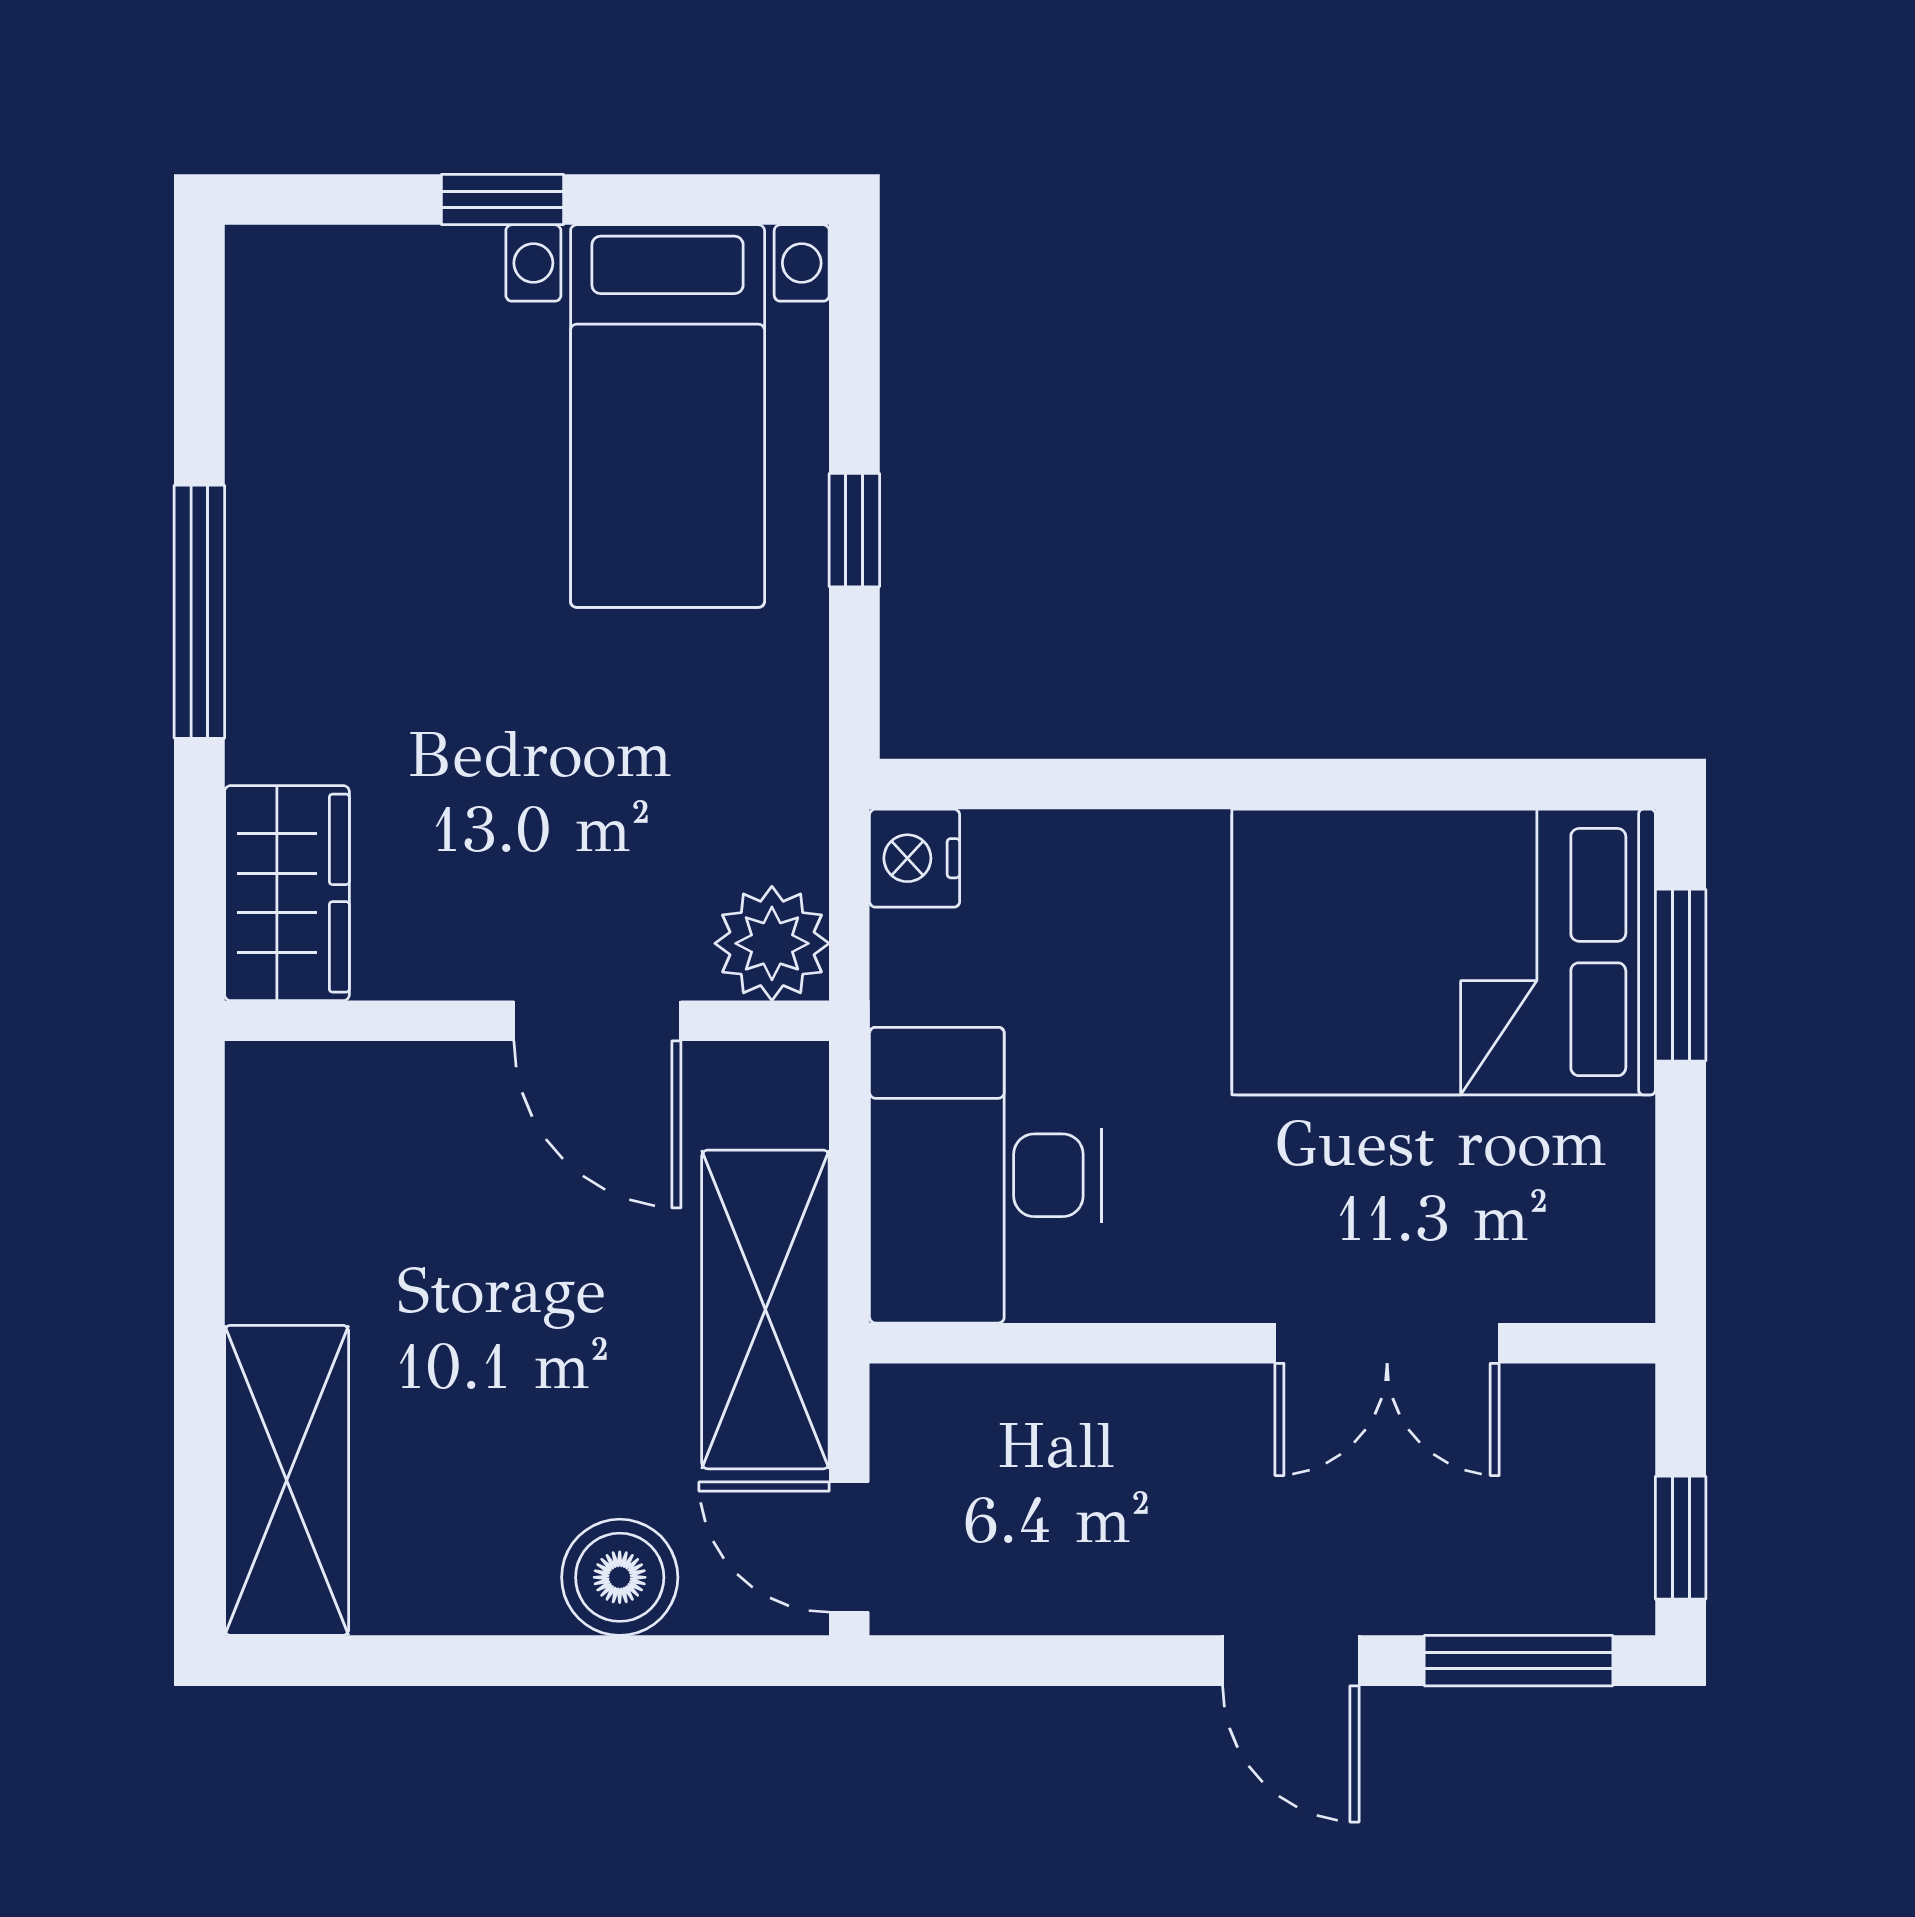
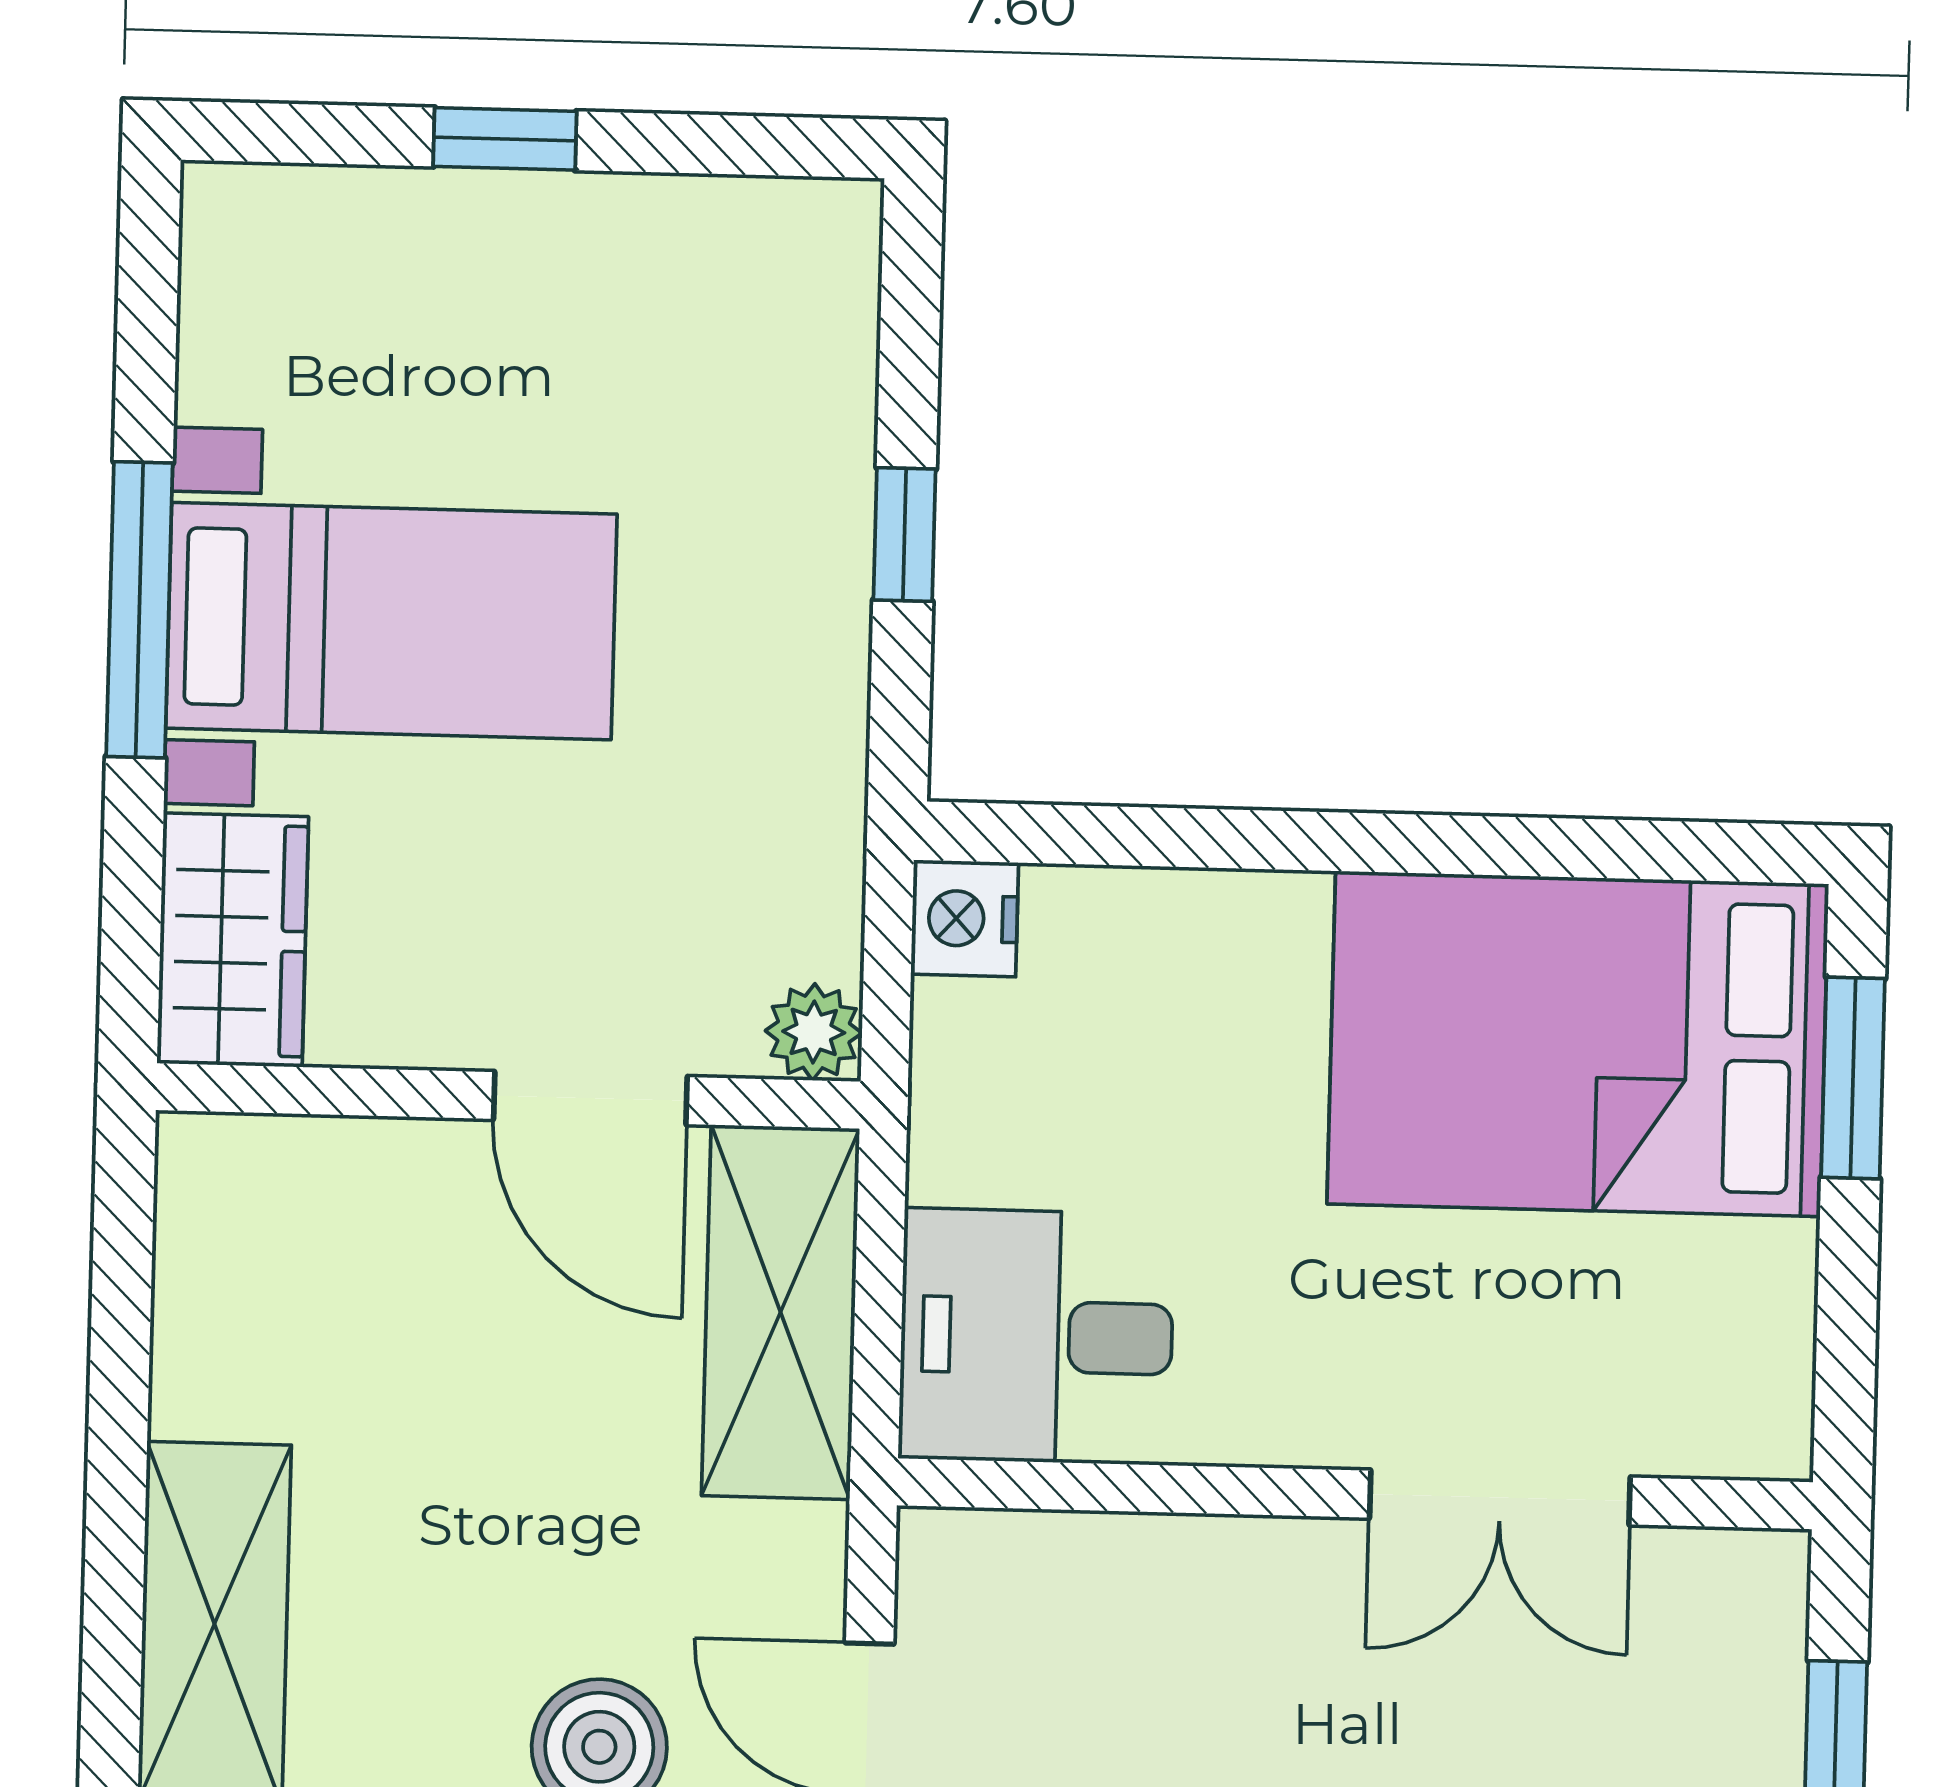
bed with nightstands: (668, 416) -> (391, 621), moved, turned -90
plant: (772, 943) -> (814, 1032), width x0.73, depth x0.73
desk: (986, 1175) -> (1036, 1336), width x0.73
shelving: (765, 1309) -> (781, 1312), moved

